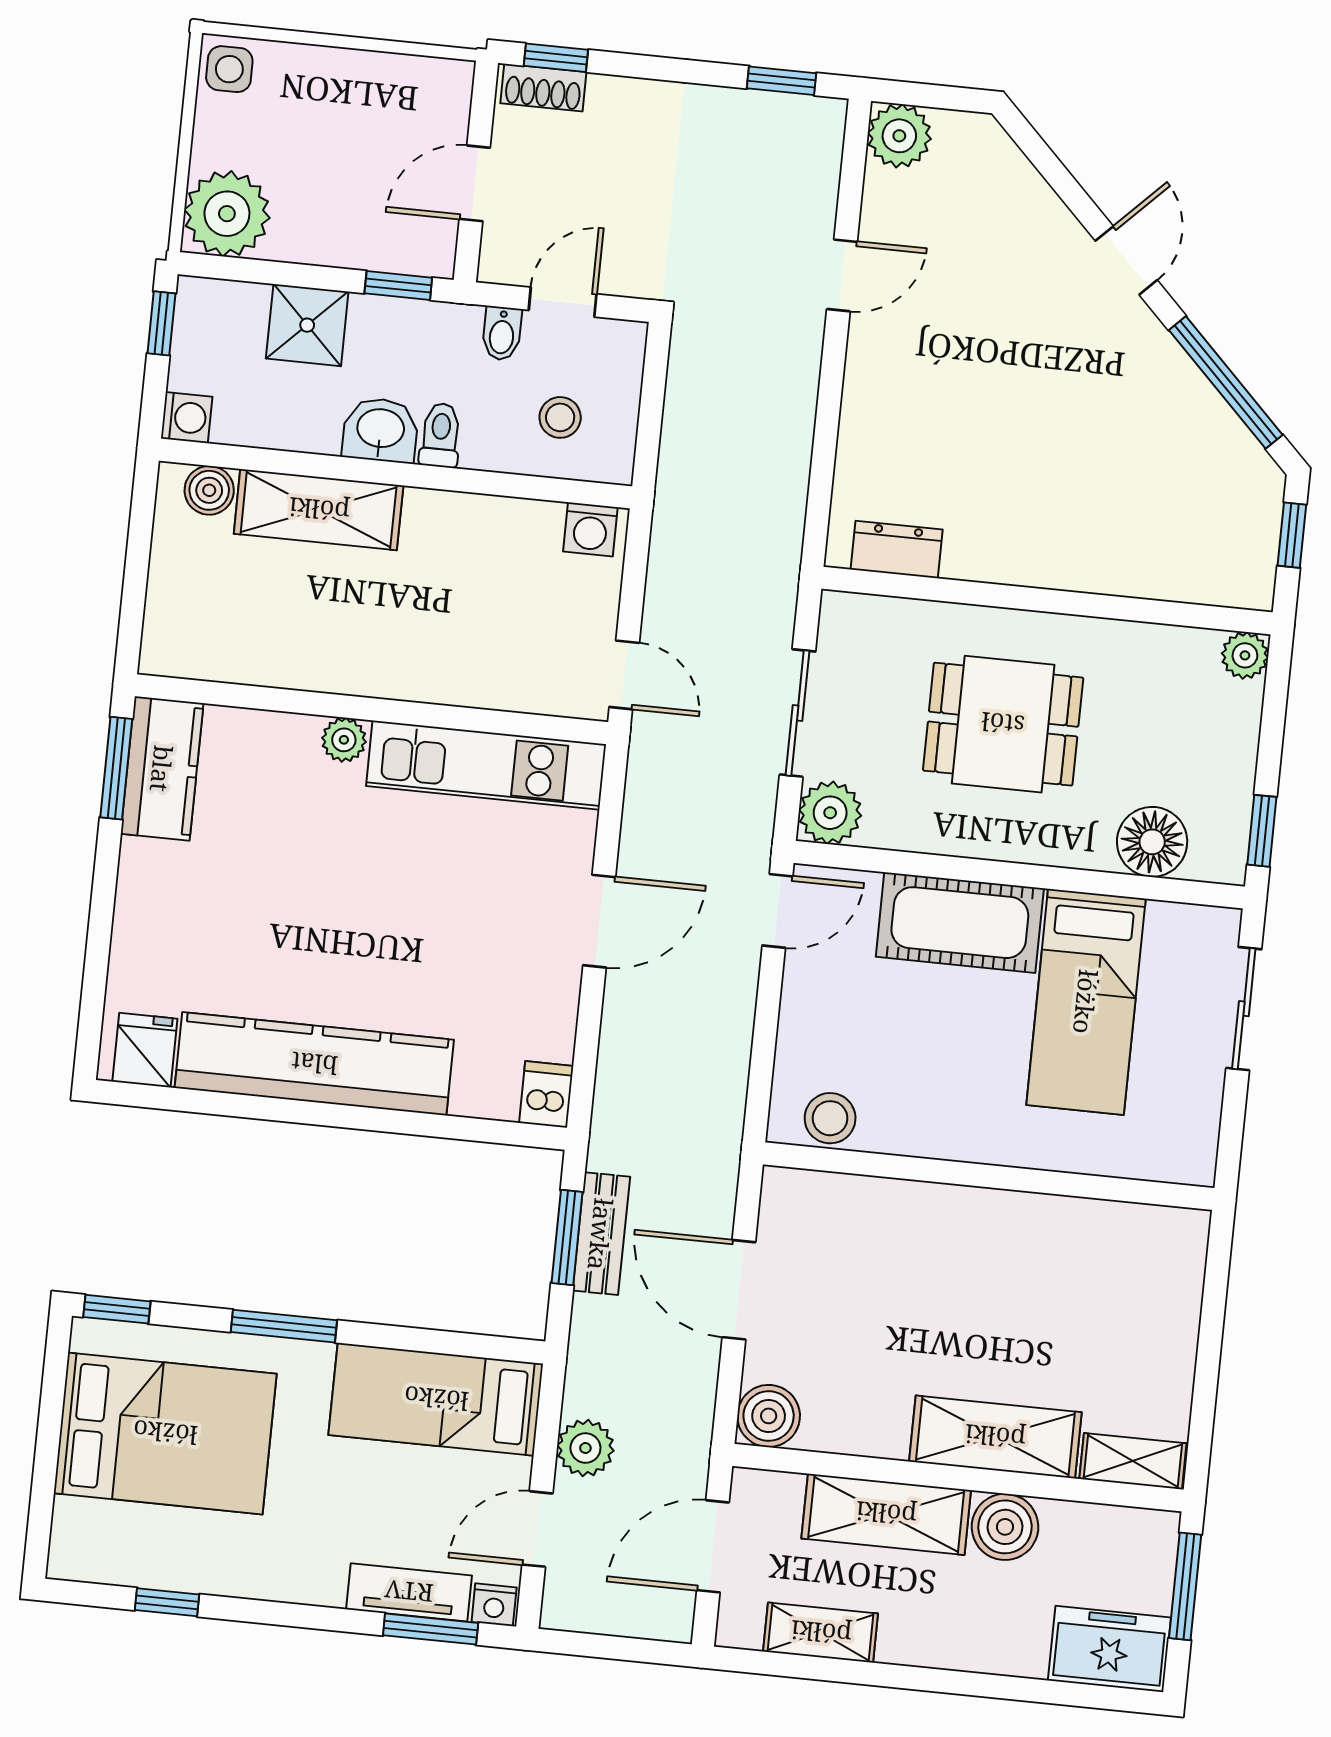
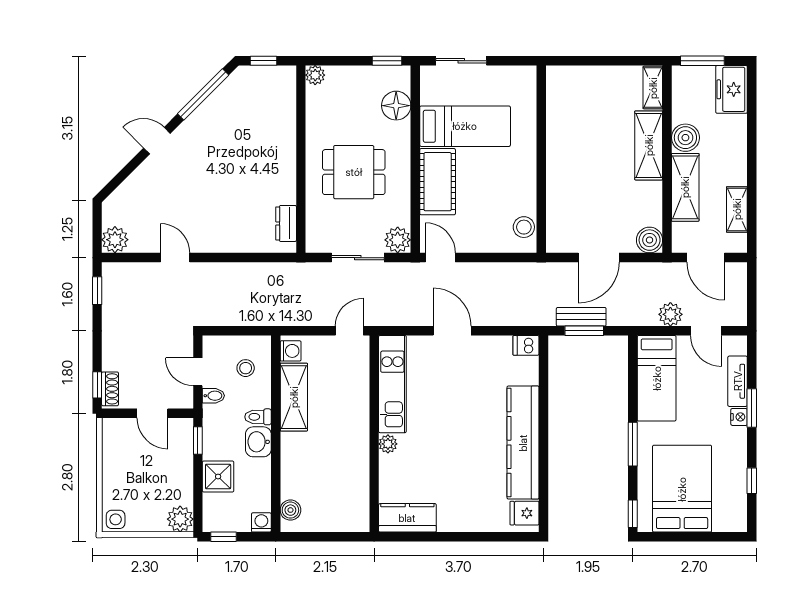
plant: (227, 214) -> (180, 519), width x0.73, depth x0.73
shelving: (319, 510) -> (294, 397), moved
dining table: (1003, 724) -> (354, 172), turned 90
window: (116, 768) -> (409, 537), removed
nightstand: (494, 1605) -> (739, 417), moved
window: (431, 1629) -> (752, 408), moved

